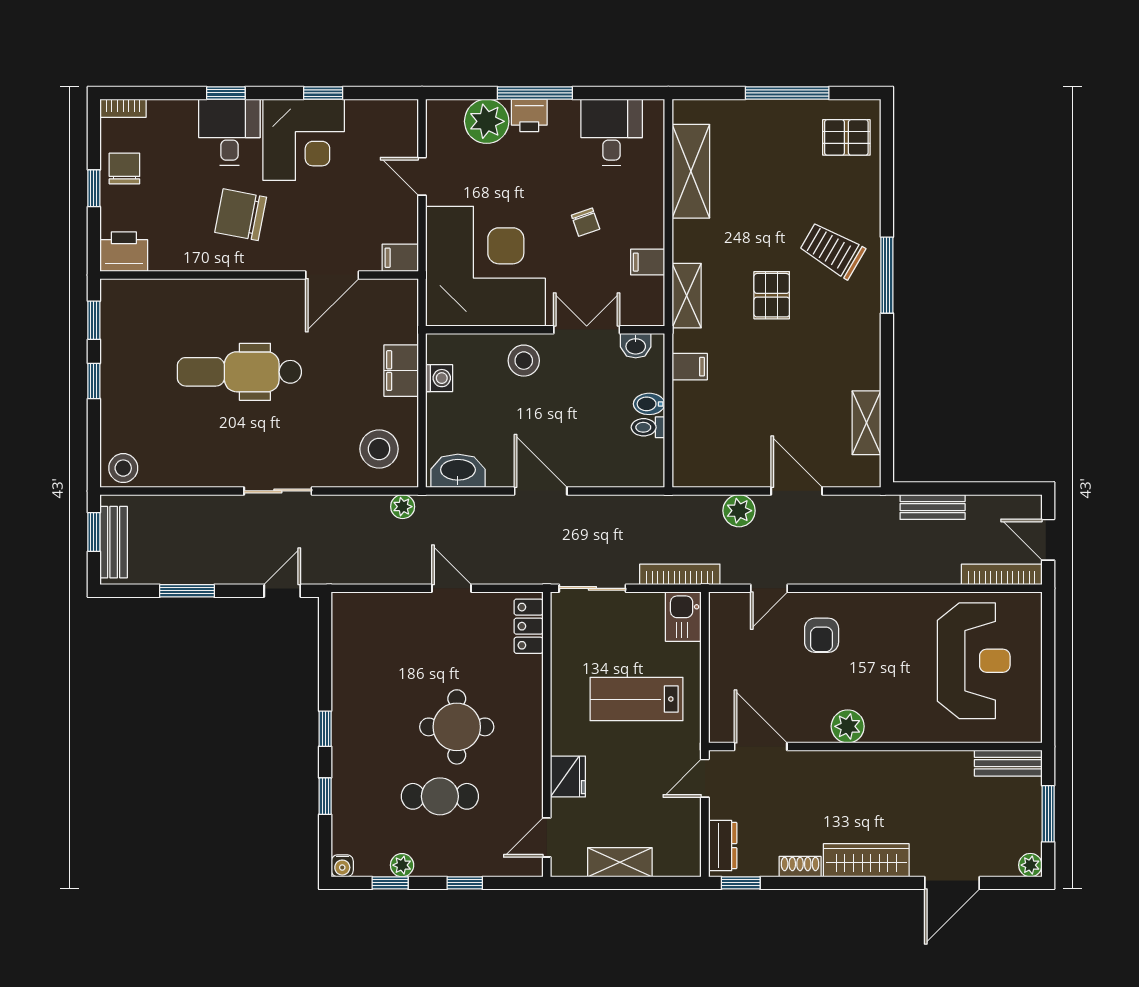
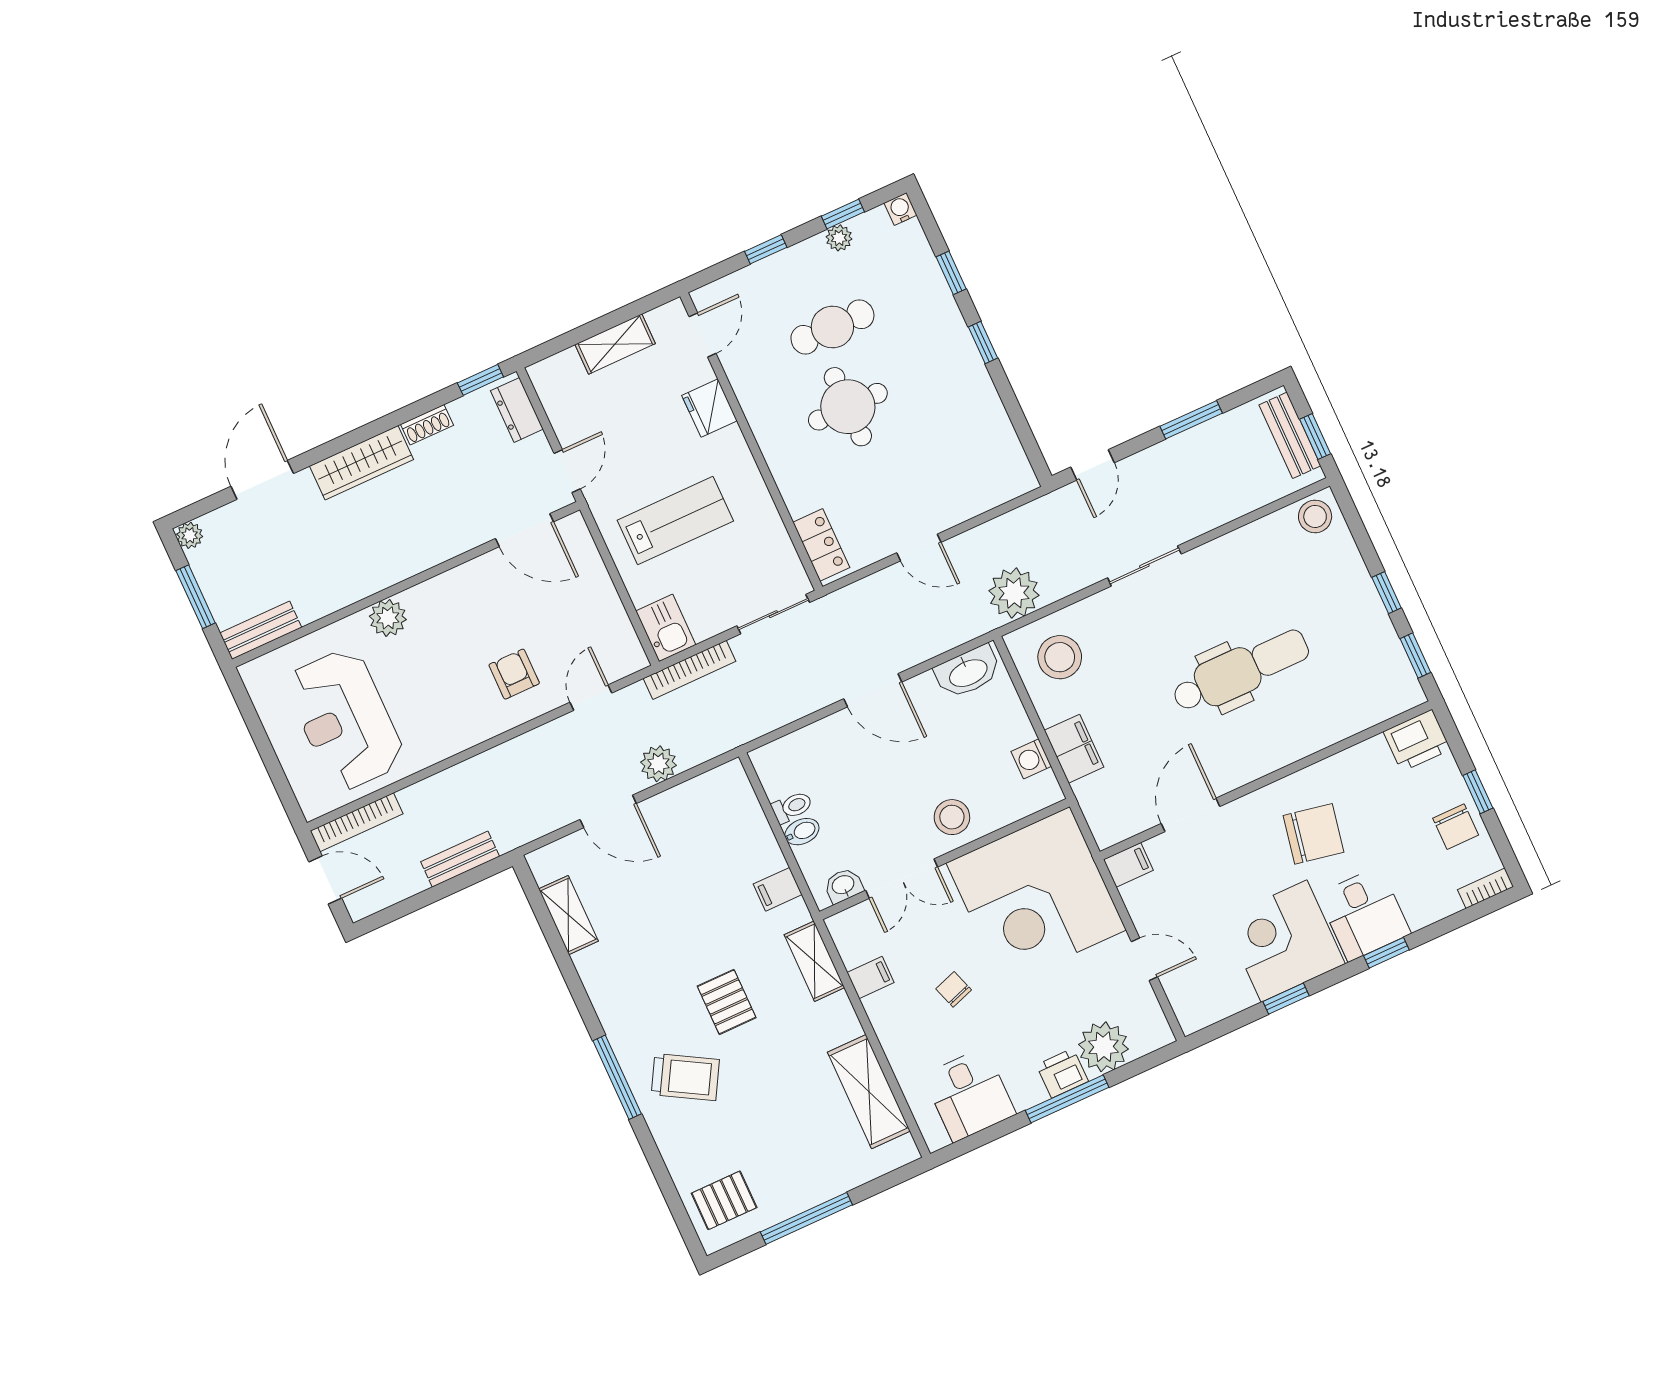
plant: (403, 507) -> (1014, 593), width x1.88, depth x1.88
plant: (848, 726) -> (388, 618), moved

